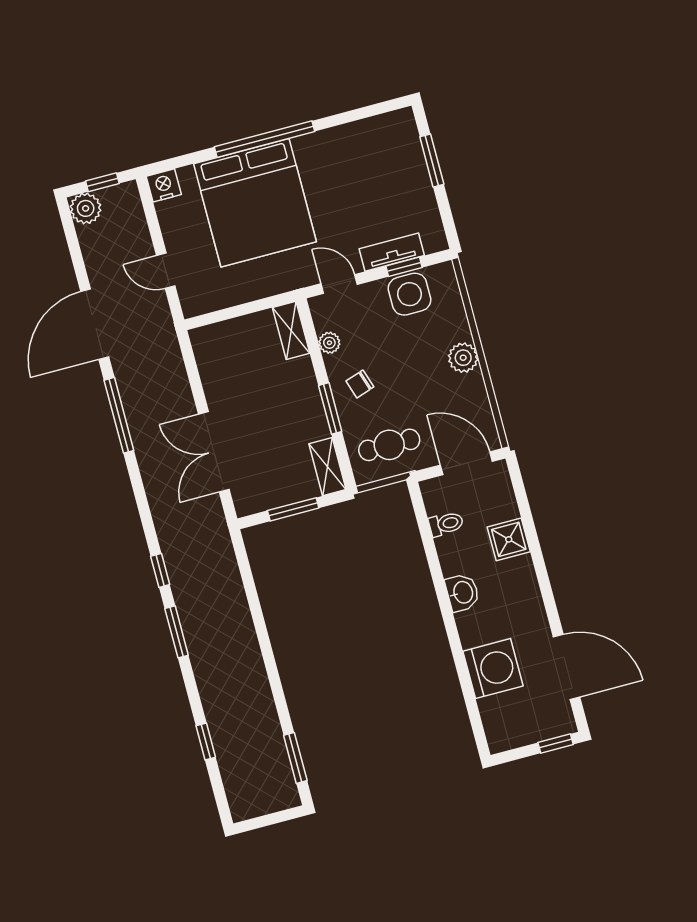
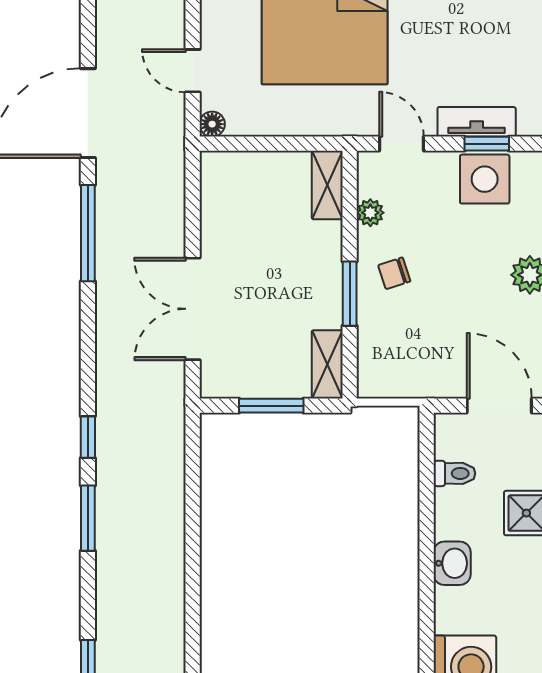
floor lamp: (191, 307) -> (212, 124), added
cafe table: (389, 445) -> (410, 358), removed

